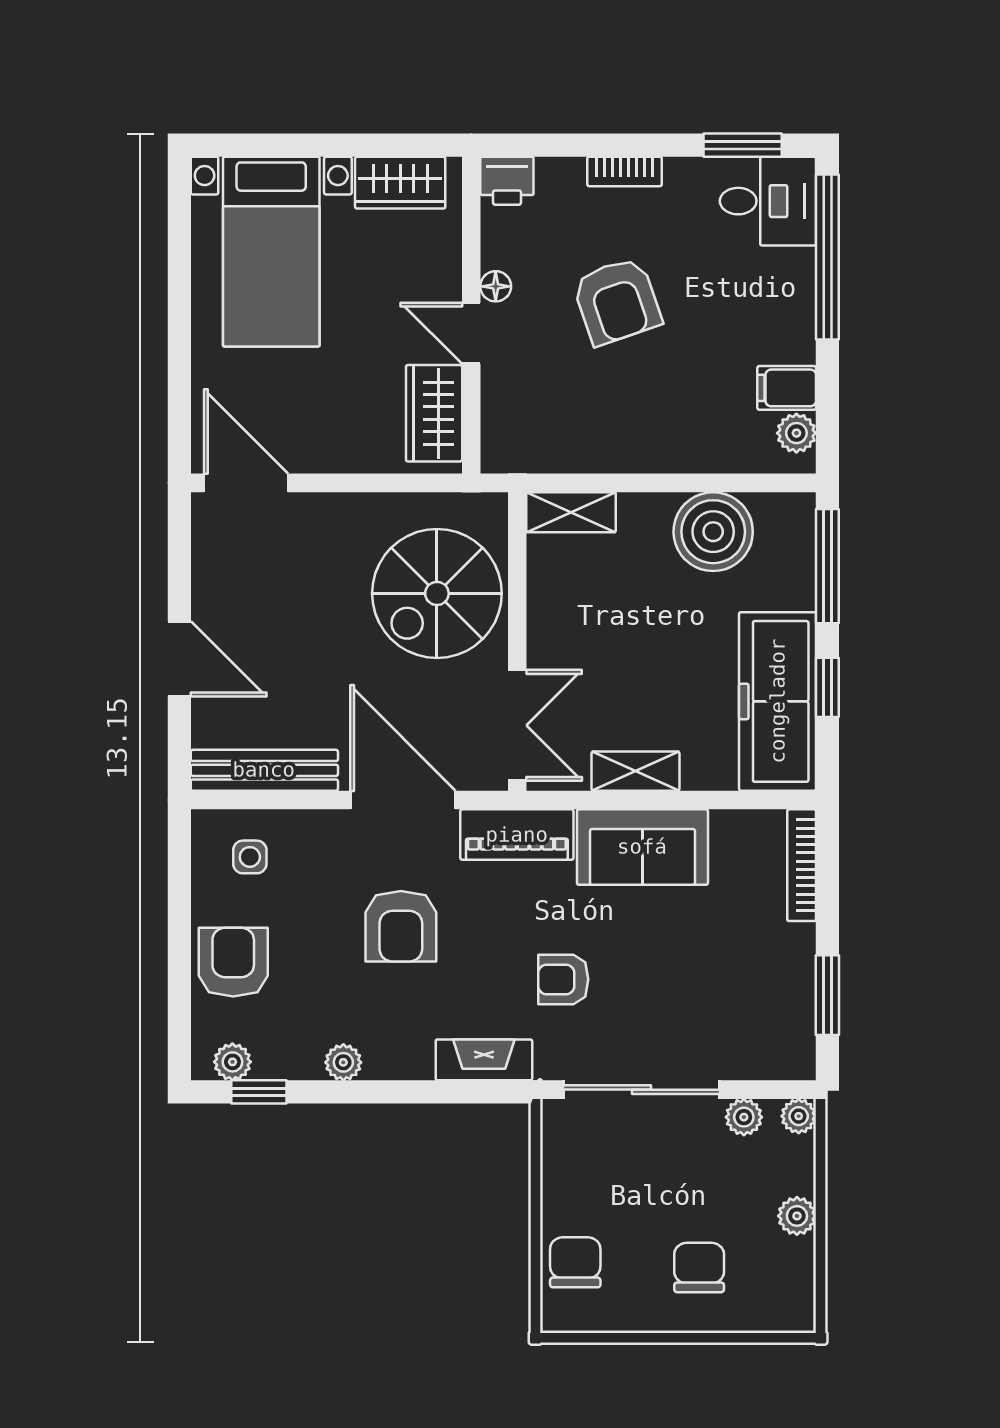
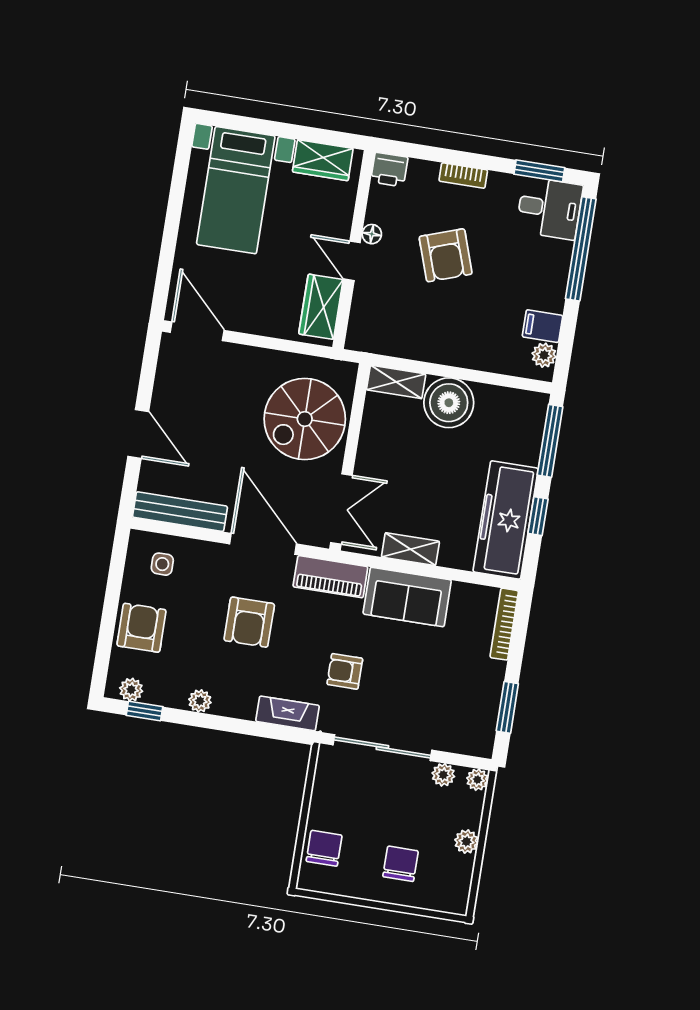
boiler: (713, 532) -> (449, 403), moved

